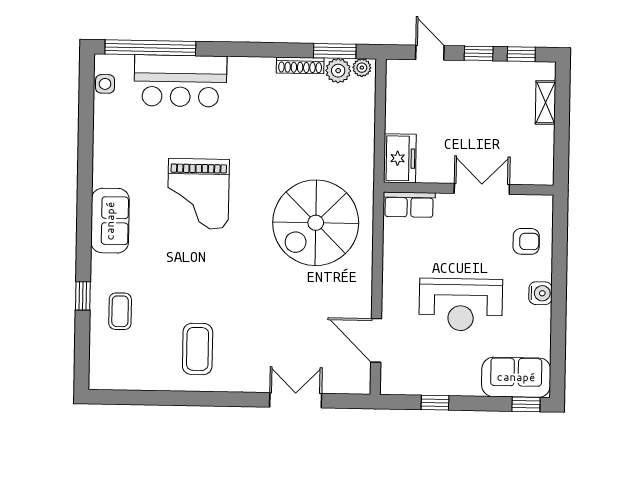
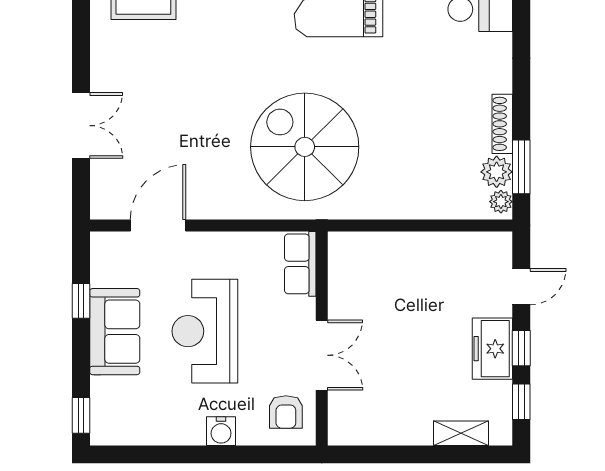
freezer: (400, 158) -> (492, 349), moved, turned 90
wall: (469, 189) -> (322, 338), moved
double door: (482, 189) -> (322, 355), moved
row of seats: (409, 205) -> (300, 264), moved
sofa: (516, 377) -> (115, 332), moved

